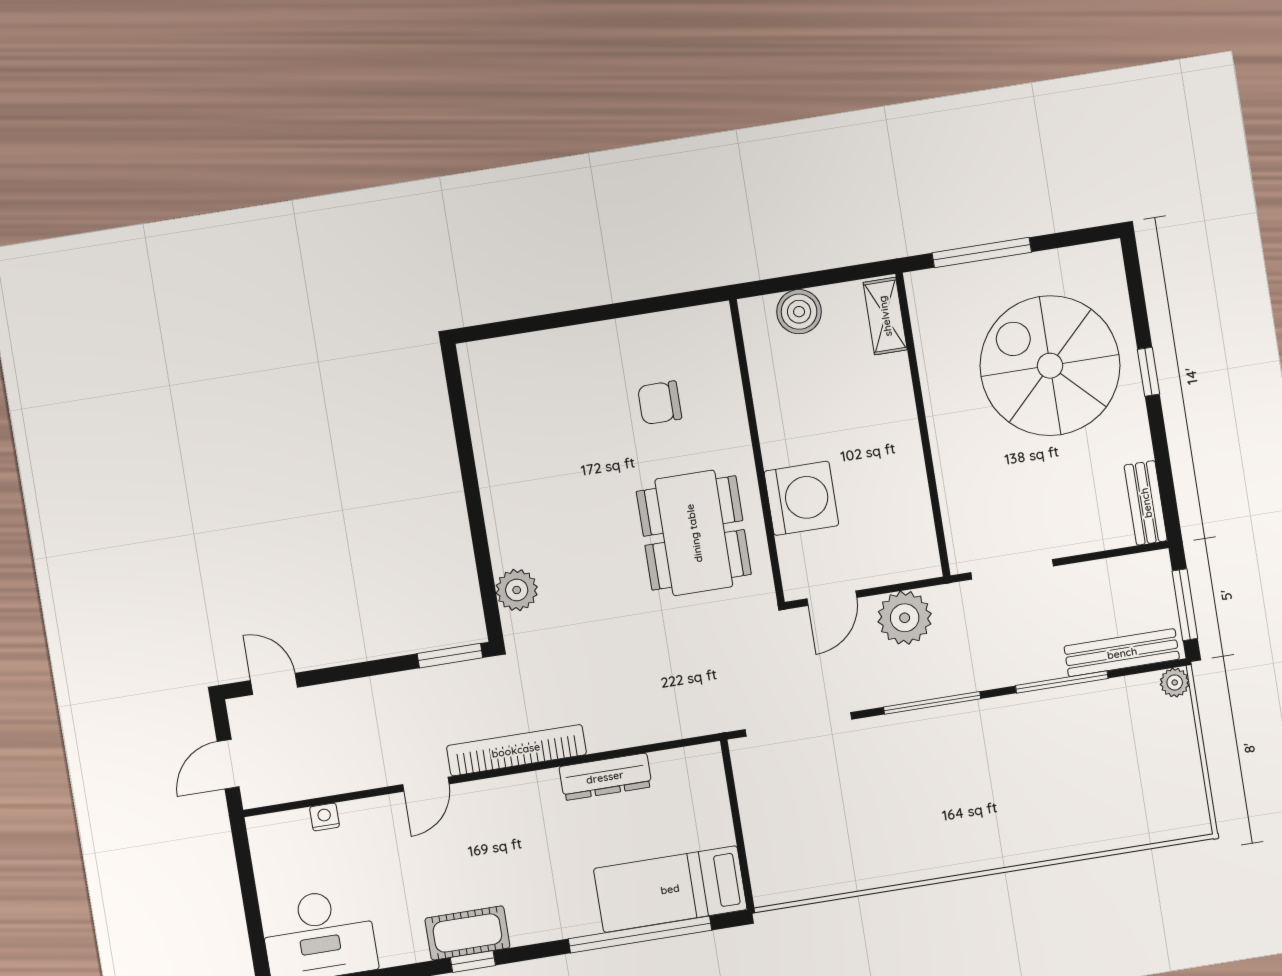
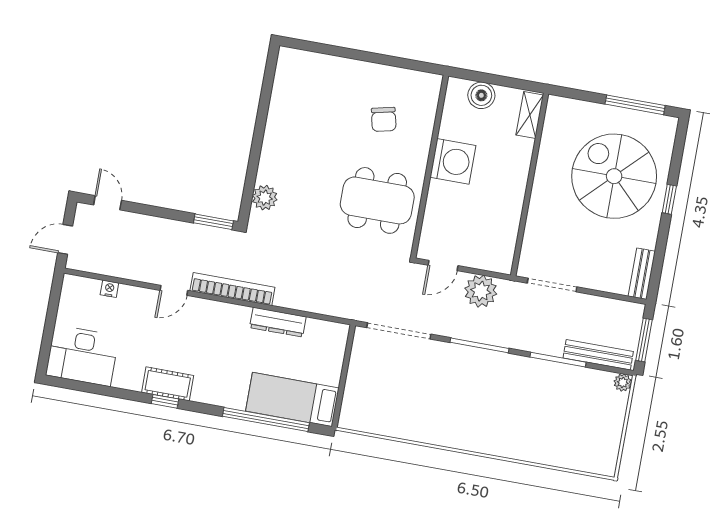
window: (982, 252) -> (635, 105), moved
chair: (660, 403) -> (384, 119), turned -103
washing machine: (801, 498) -> (453, 161), moved
dining table: (694, 533) -> (377, 200), turned 90

